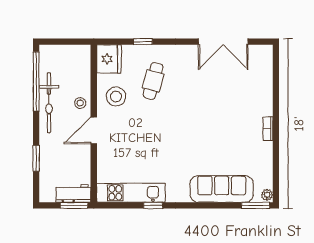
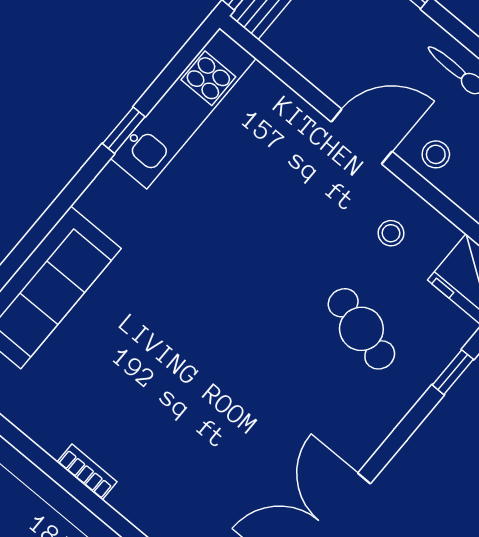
stool: (116, 97) -> (391, 233), width x0.53, depth x0.53
door: (94, 130) -> (362, 137), hinge flipped

